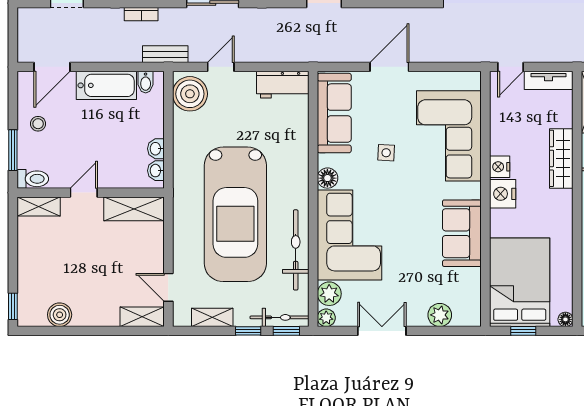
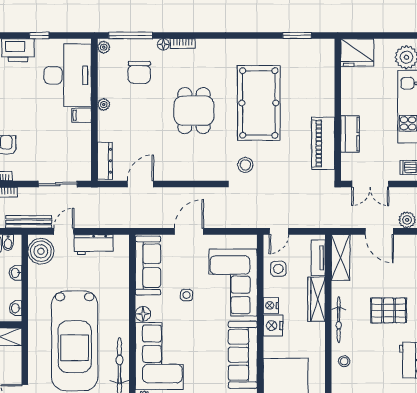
bench: (165, 54) -> (29, 222), width x1.36
tv unit: (549, 80) -> (318, 258), moved, turned 90
workbench: (283, 85) -> (94, 245), moved
side table: (510, 117) -> (278, 269), added
washbasin: (156, 149) -> (16, 273), moved
sofa: (462, 233) -> (243, 355), width x1.36

